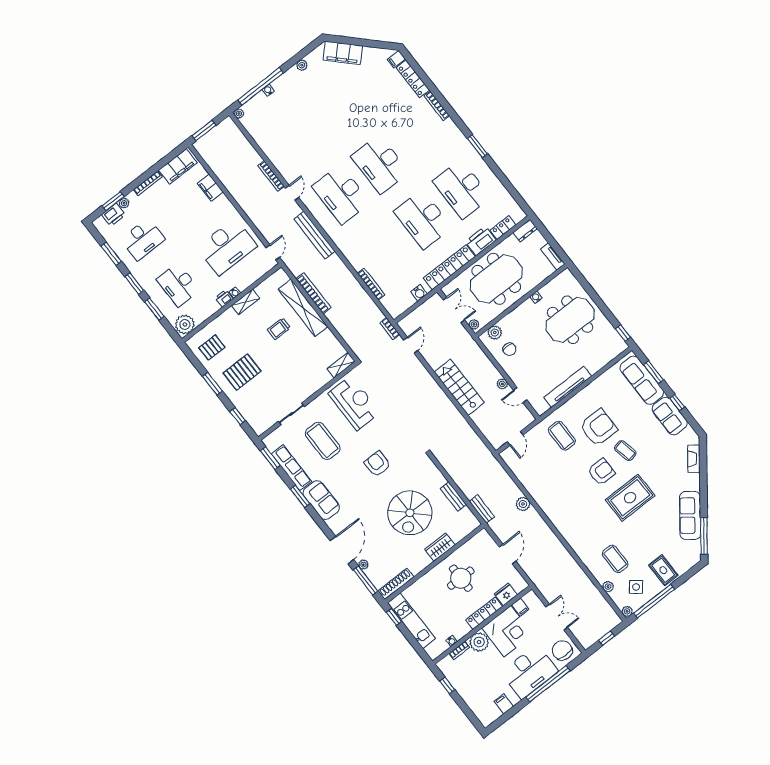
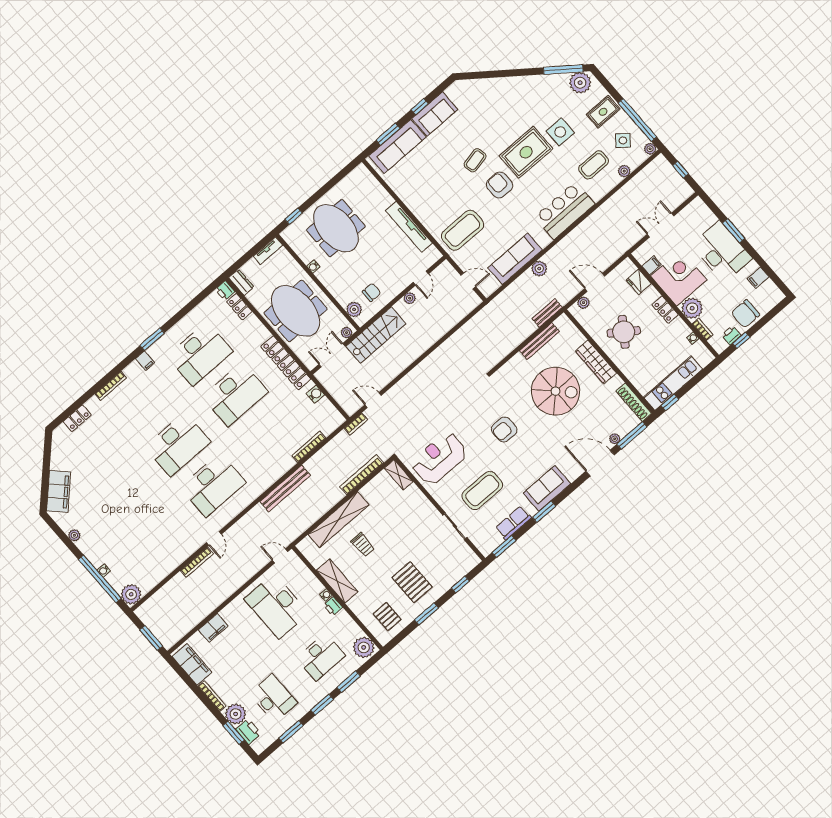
filing cabinet: (396, 59) -> (145, 361), moved
locker: (413, 79) -> (77, 418), width x0.66
plant: (239, 113) -> (131, 594), width x1.88, depth x1.88
door: (292, 193) -> (214, 538), swing flipped
plant: (124, 203) -> (236, 714), width x1.87, depth x1.87
bench: (315, 235) -> (285, 488), moved
printer: (481, 241) -> (225, 291), moved, width x0.53, depth x0.68
desk: (227, 247) -> (276, 606), turned 180
bookcase: (313, 293) -> (362, 475), moved
shelving: (246, 302) -> (337, 581), width x1.50, depth x1.33
window: (623, 333) -> (294, 216), moved
stairs: (459, 387) -> (376, 335), moved, turned 180
armchair: (598, 428) -> (452, 191), removed
coffee table: (562, 436) -> (463, 230), width x1.36, depth x1.32
fireplace: (694, 459) -> (480, 85), removed
row of seats: (291, 468) -> (513, 523), width x0.68
bench: (453, 496) -> (540, 341), width x1.36
rug: (630, 498) -> (526, 152), turned 90
sofa: (690, 516) -> (515, 259), moved, turned 143
bar counter: (575, 530) -> (565, 211), added
side table: (647, 530) -> (560, 132), added
plant: (490, 543) -> (583, 303), added
wardrobe: (440, 547) -> (596, 362), width x1.50
plant: (691, 551) -> (580, 83), added
round table: (461, 578) -> (624, 332), turned 35
locker: (484, 613) -> (665, 310), width x0.66
chair: (562, 650) -> (745, 314), moved
printer: (452, 677) -> (731, 335), added
window: (548, 684) -> (734, 231), width x0.47

